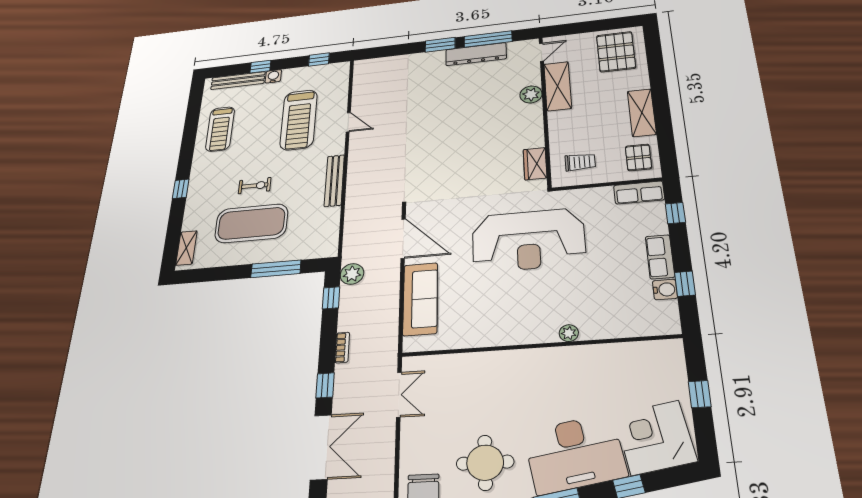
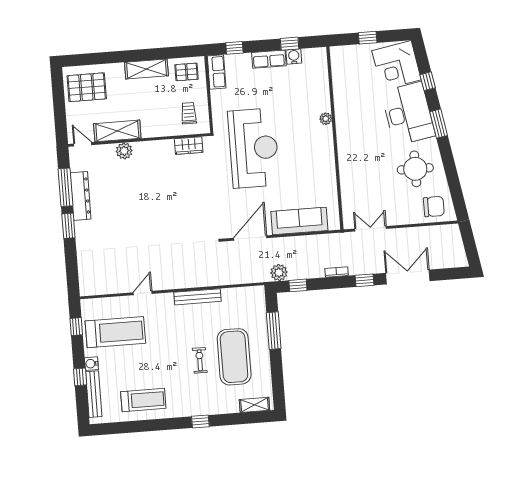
treadmill: (299, 120) -> (115, 332), moved

